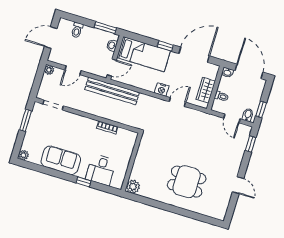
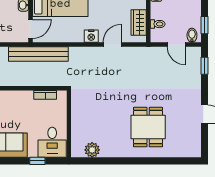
wall: (132, 162) -> (69, 124), moved
dining table: (187, 182) -> (148, 127), turned 90

